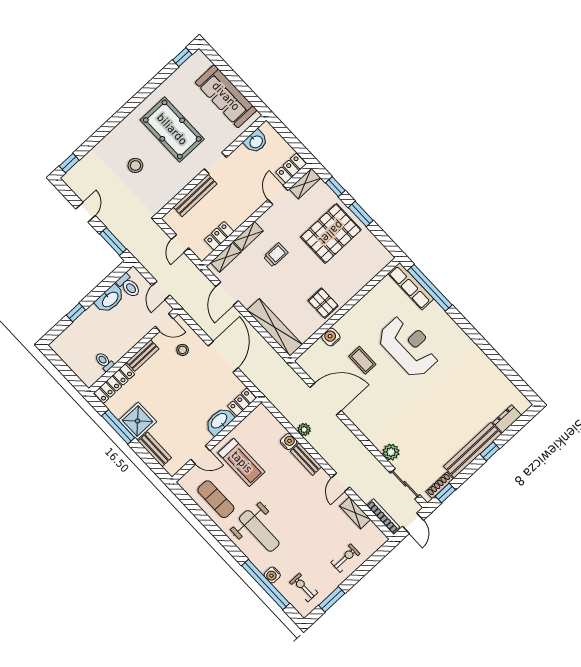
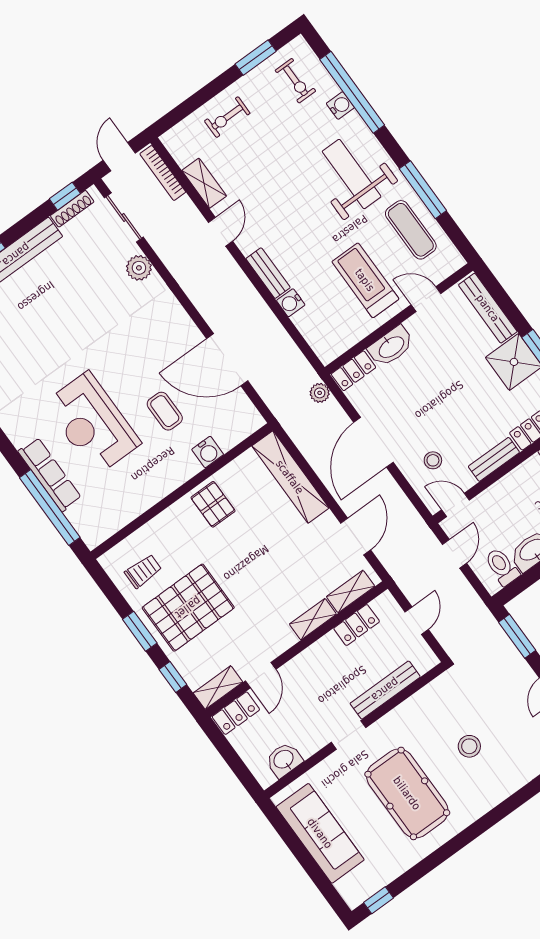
trolley: (276, 255) -> (143, 571), moved, turned 180
row of seats: (411, 286) -> (50, 475), moved
plant: (304, 430) -> (320, 393), moved
bench: (155, 449) -> (488, 308), width x1.36
window: (211, 526) -> (423, 190), added

